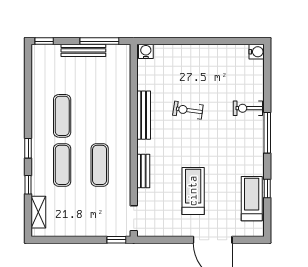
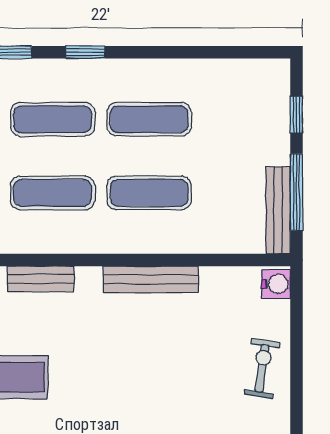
window: (44, 41) -> (296, 115), moved
bench: (83, 50) -> (278, 210), moved
exercise bike: (188, 110) -> (262, 368), moved
exercise mat: (100, 116) -> (149, 193), added

